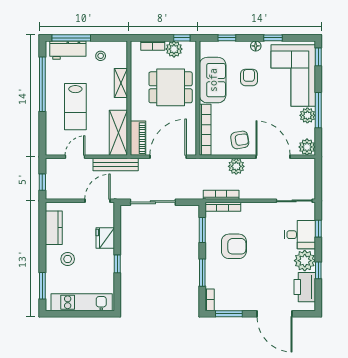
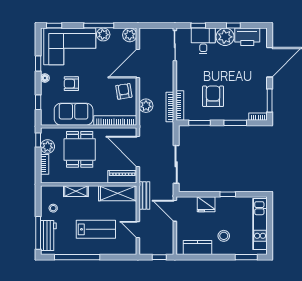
bench: (116, 165) -> (144, 195), width x0.73
plant: (236, 166) -> (146, 106), moved

